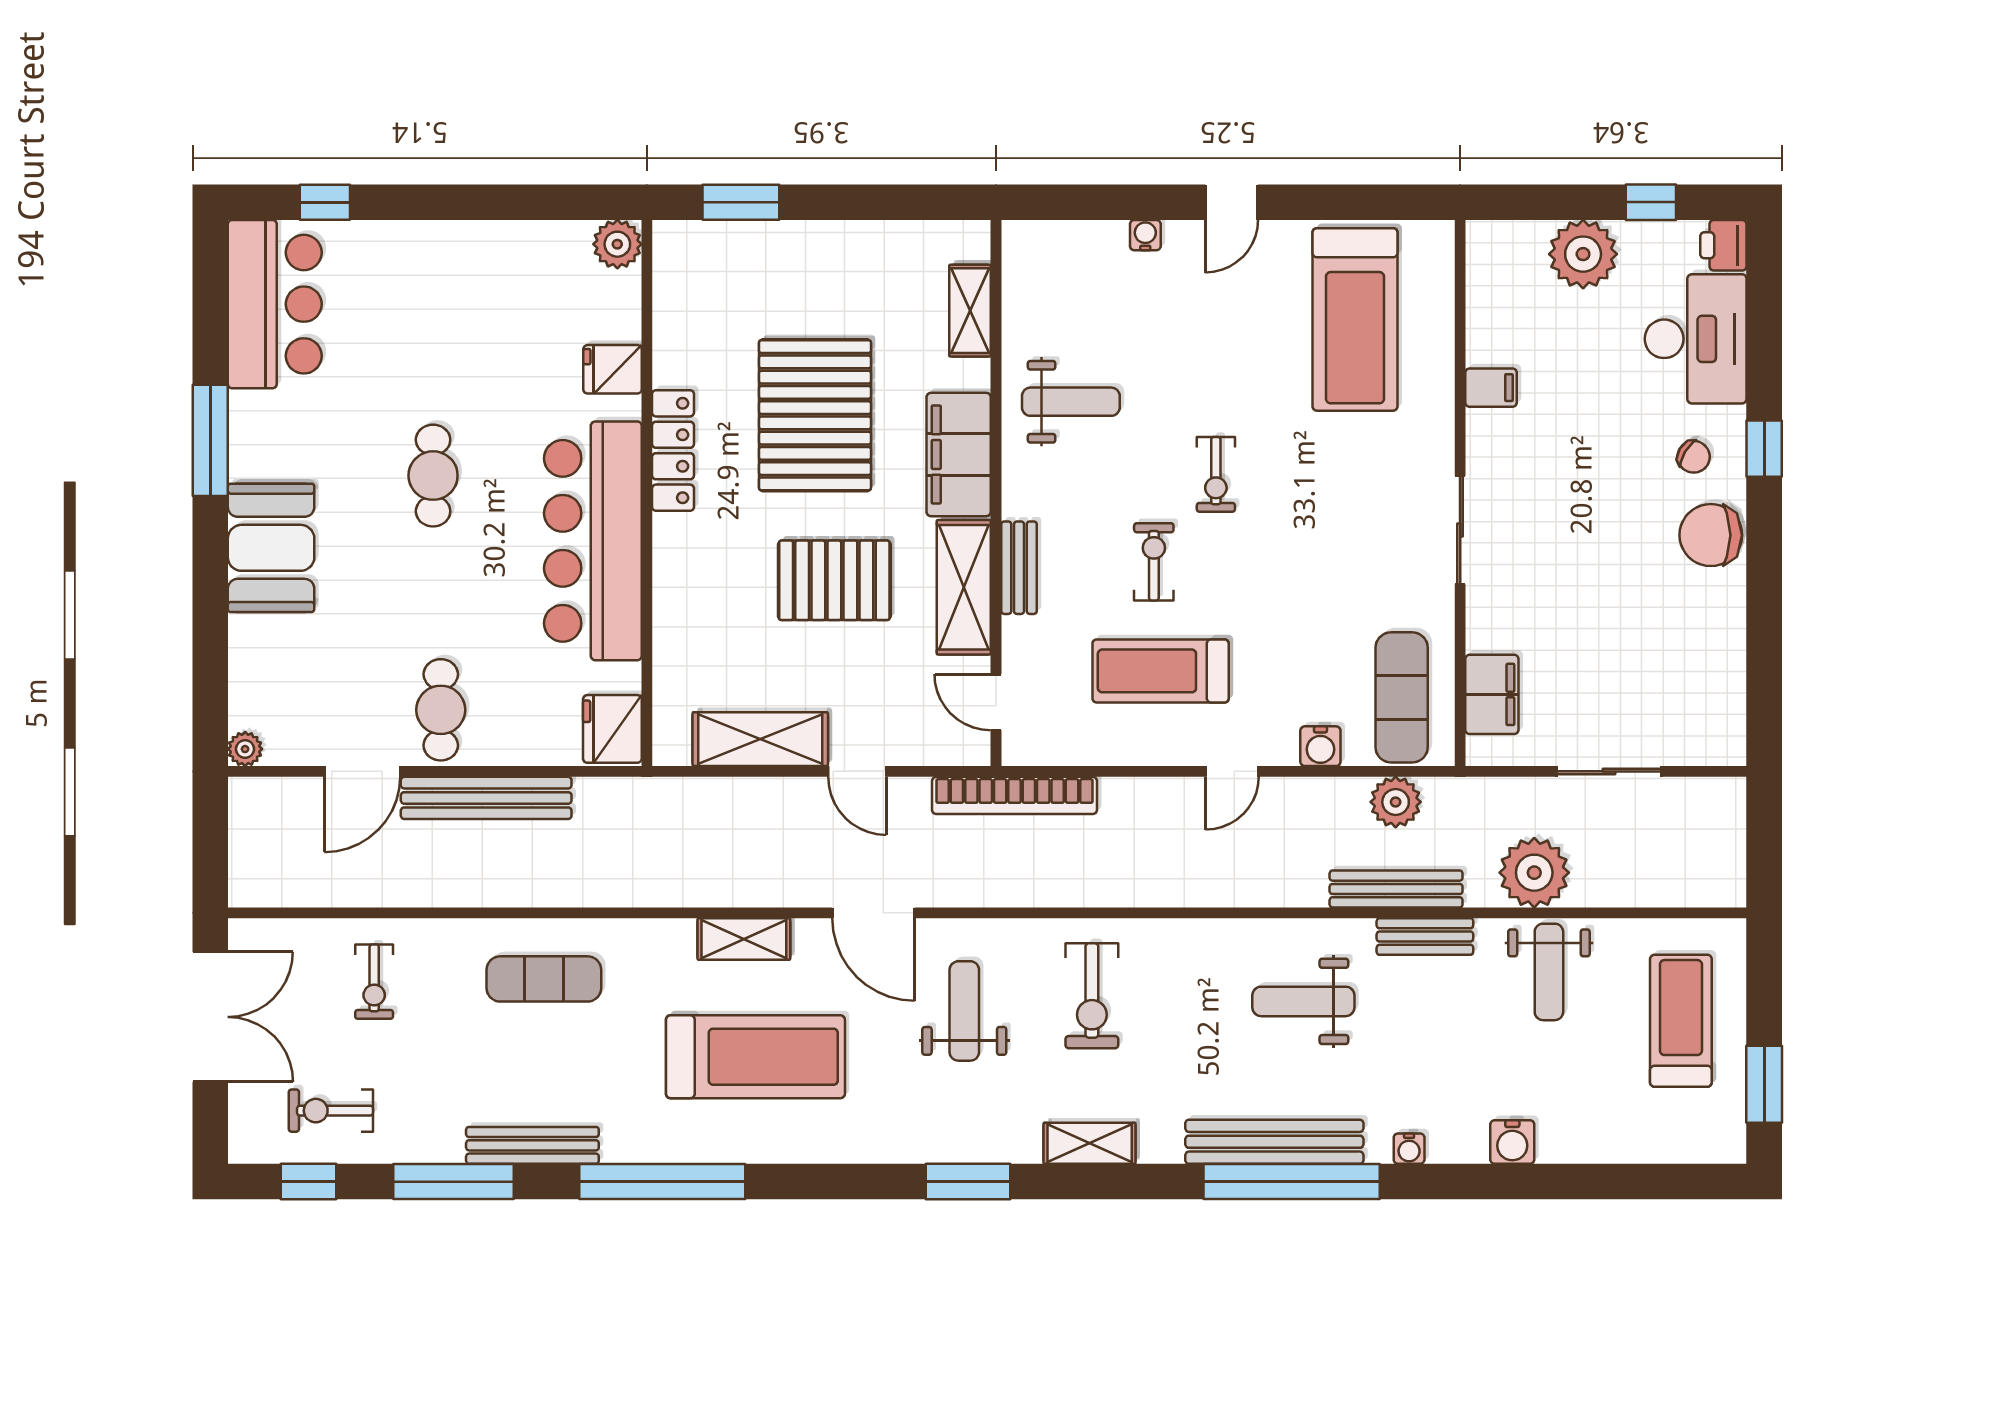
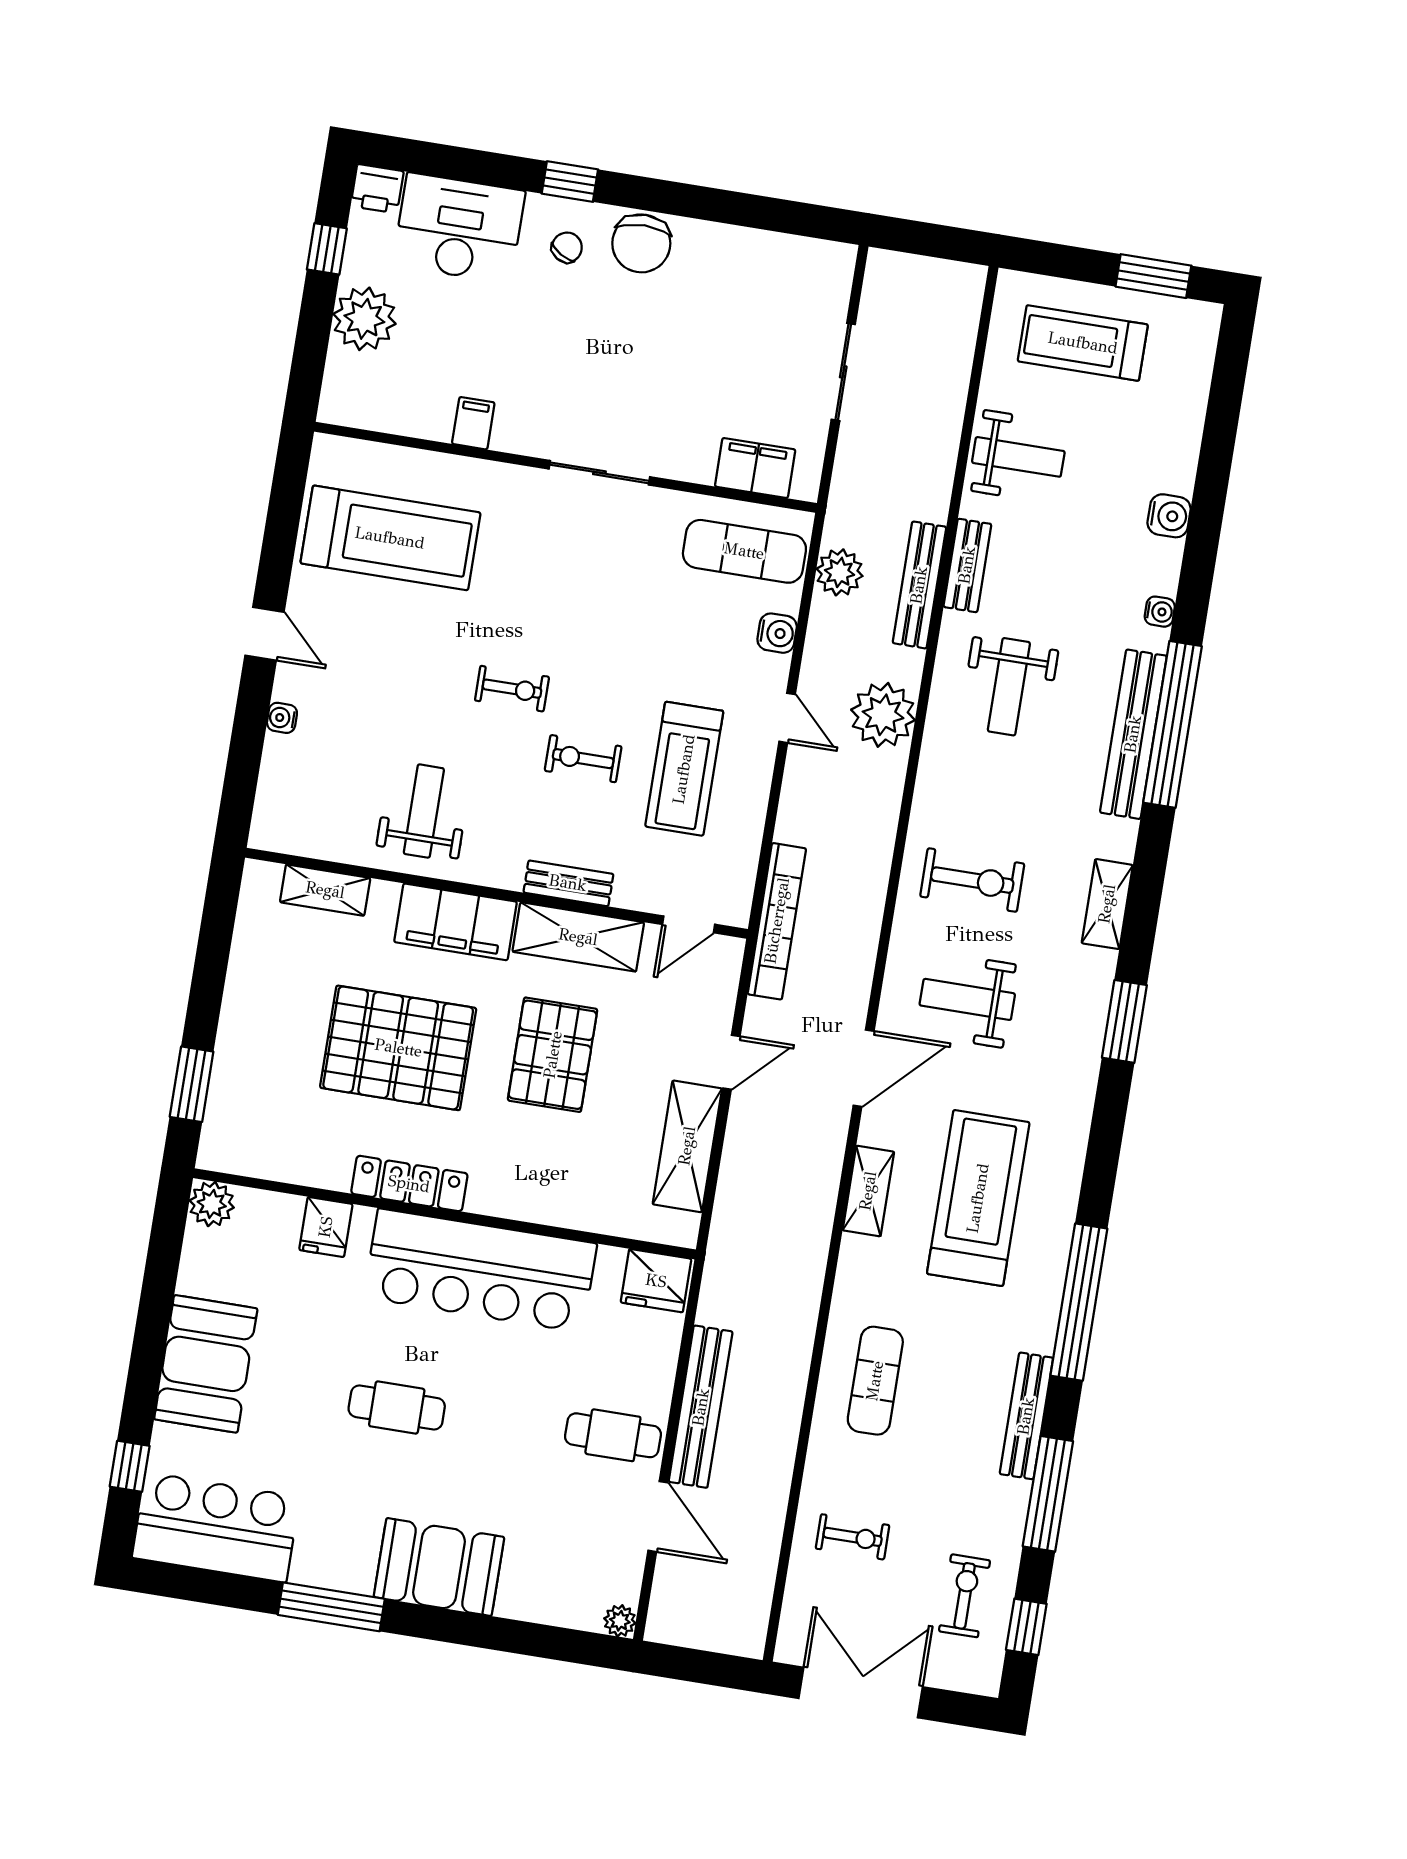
booth: (447, 265) -> (206, 1364), added
plant: (1534, 873) -> (883, 715), moved
exercise bike: (331, 1111) -> (965, 1596), turned 180

